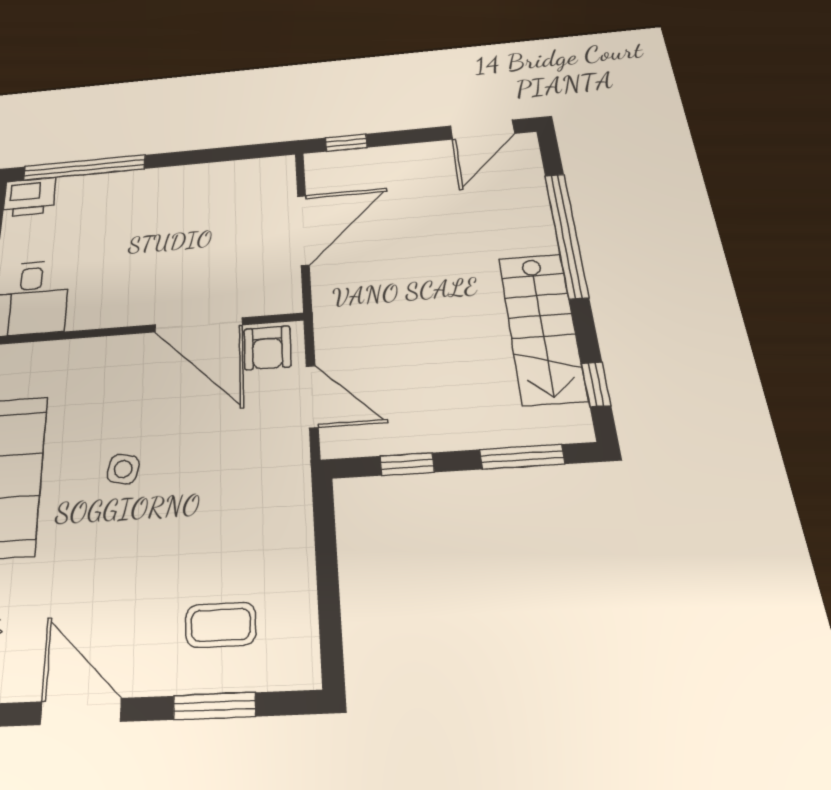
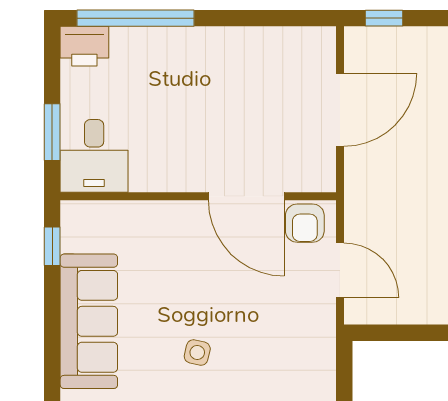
window: (407, 464) -> (411, 333), removed
side table: (123, 469) -> (197, 352), moved

